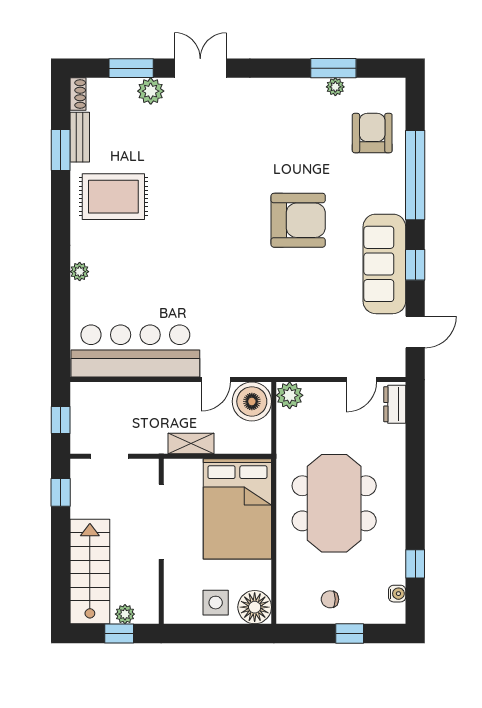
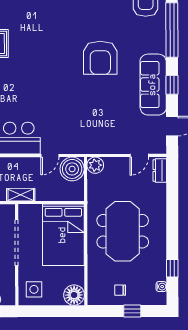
armchair: (298, 220) -> (100, 58), turned 90
shelving: (191, 444) -> (21, 195), moved
side table: (216, 603) -> (34, 289), moved

